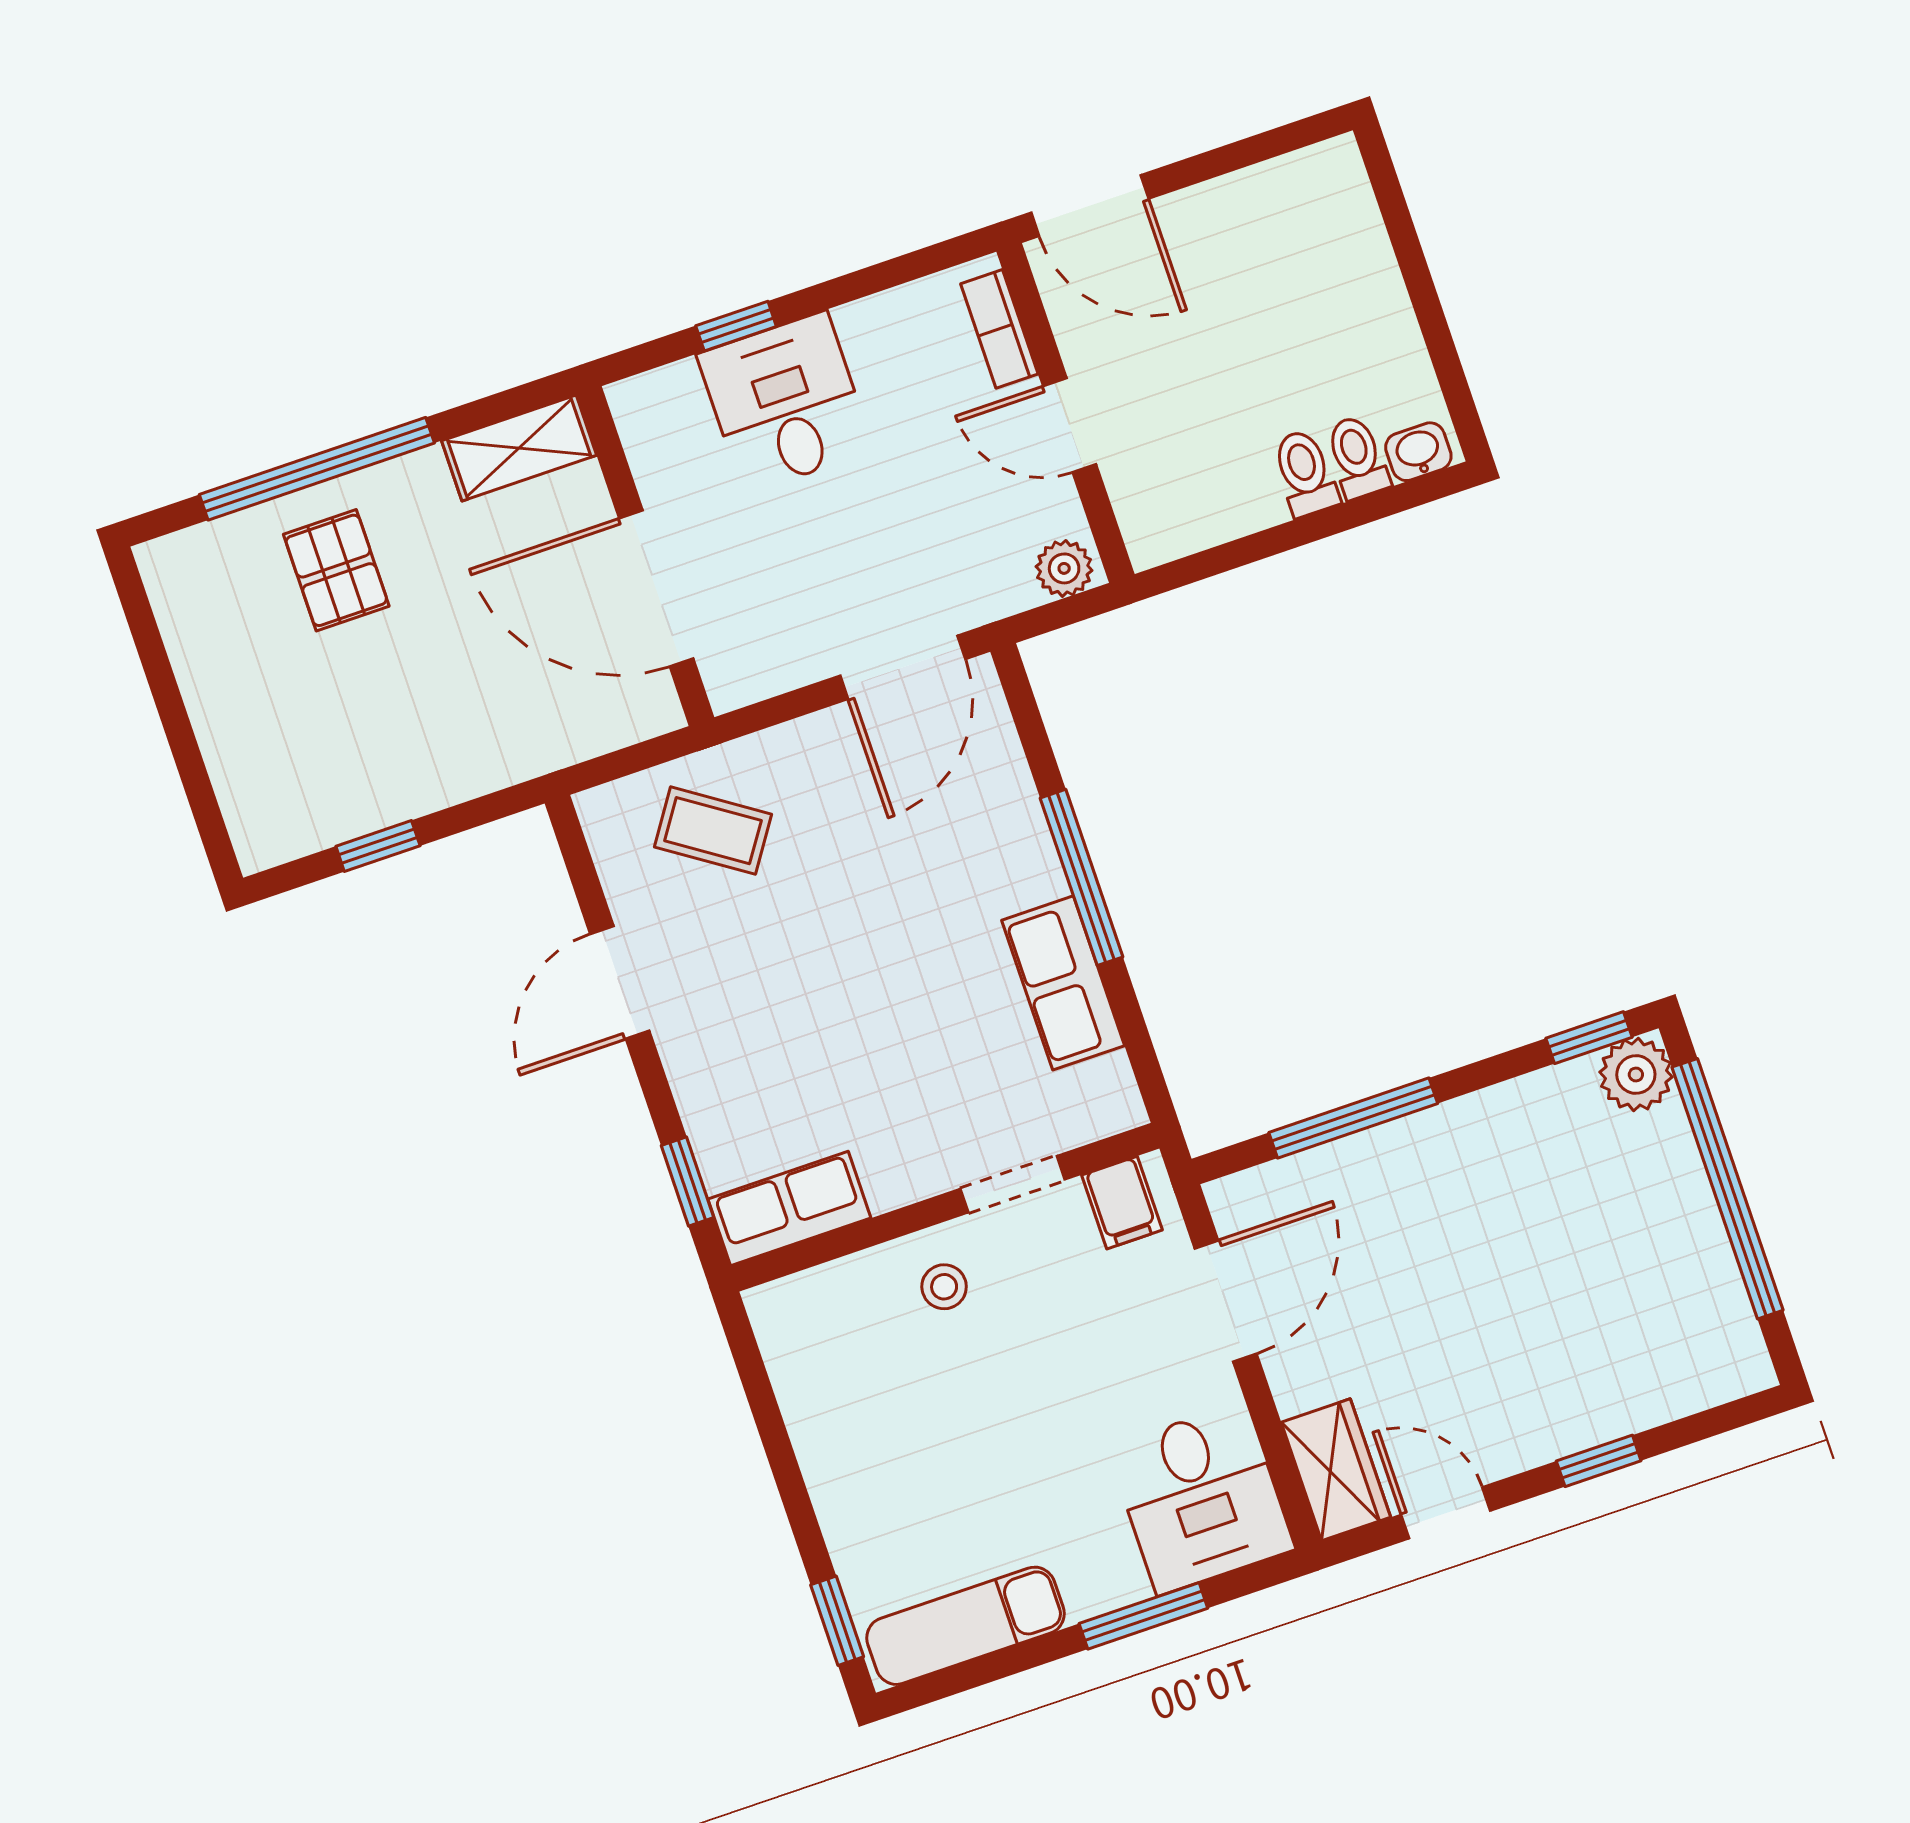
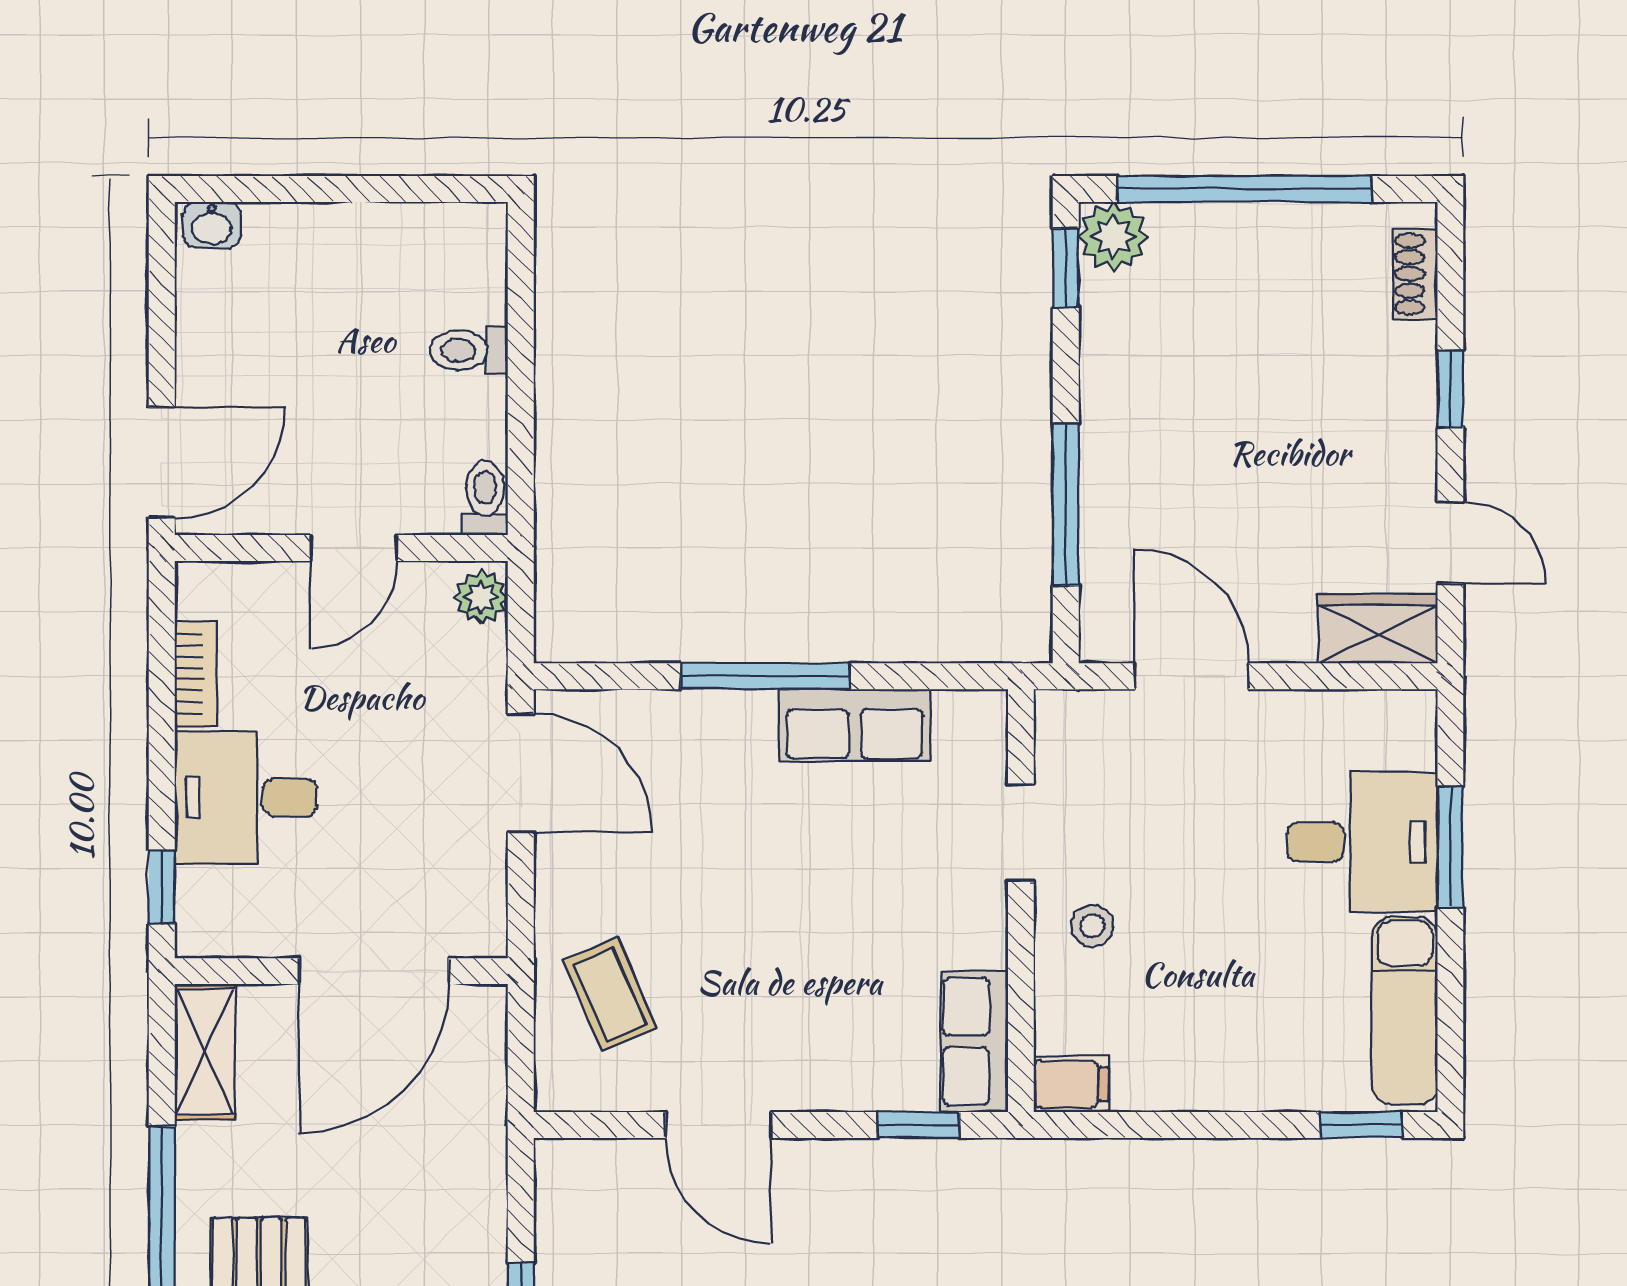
window: (736, 326) -> (162, 887), moved
bookcase: (999, 329) -> (196, 674), moved, turned -90
washbasin: (1418, 452) -> (212, 225), moved, turned -90
toilet: (1357, 457) -> (485, 498), moved, turned 90
coffee table: (713, 831) -> (610, 994), turned -57
filing cabinet: (1122, 1203) -> (1071, 1084), moved
shoe rack: (1701, 1387) -> (1416, 274), added
desk: (1201, 1498) -> (1362, 842), moved
door: (1446, 1513) -> (1450, 543), swing flipped

